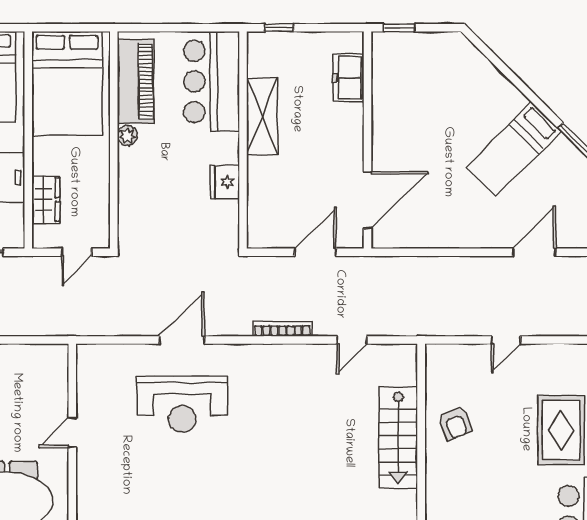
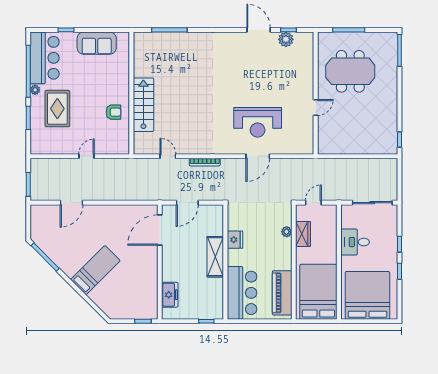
shelving: (262, 116) -> (215, 257), moved
plant: (127, 136) -> (287, 232), moved
bed: (514, 149) -> (95, 270), moved
wardrobe: (46, 199) -> (303, 234), moved, turned 180
door: (352, 340) -> (168, 156), hinge flipped
reception desk: (182, 404) -> (258, 122), turned 180
armchair: (455, 423) -> (113, 112), turned 112

